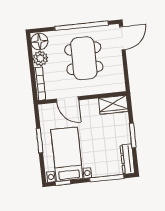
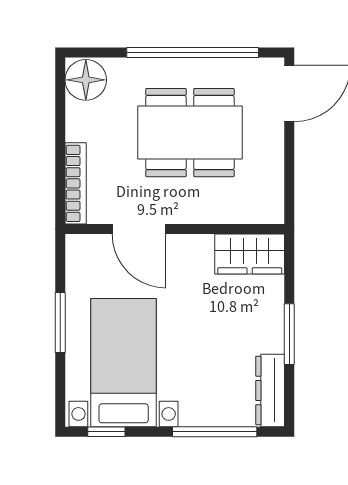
plant: (40, 58) -> (84, 122), removed
dining table: (84, 58) -> (190, 133), turned 90

